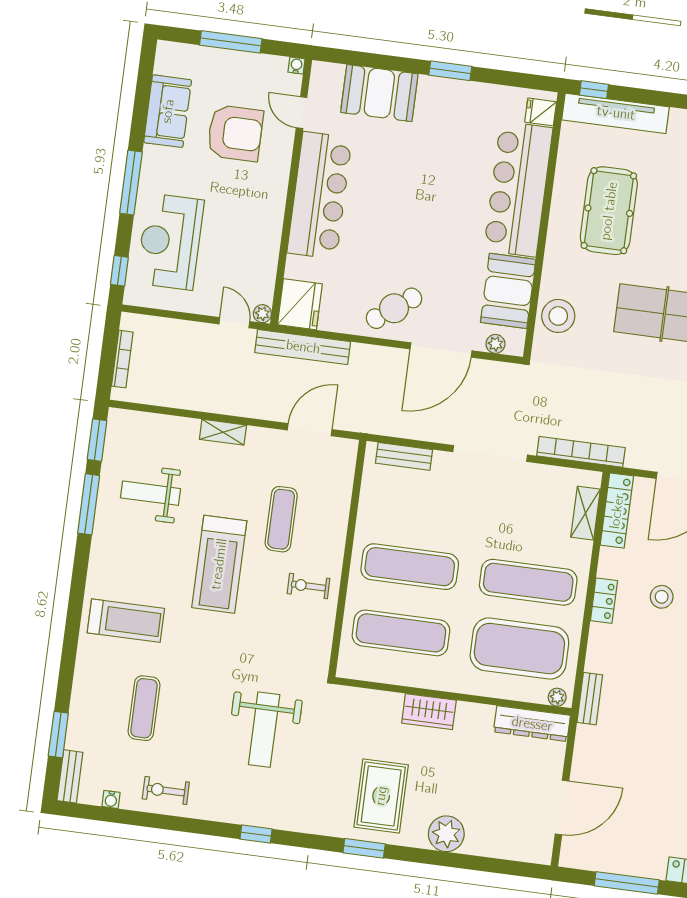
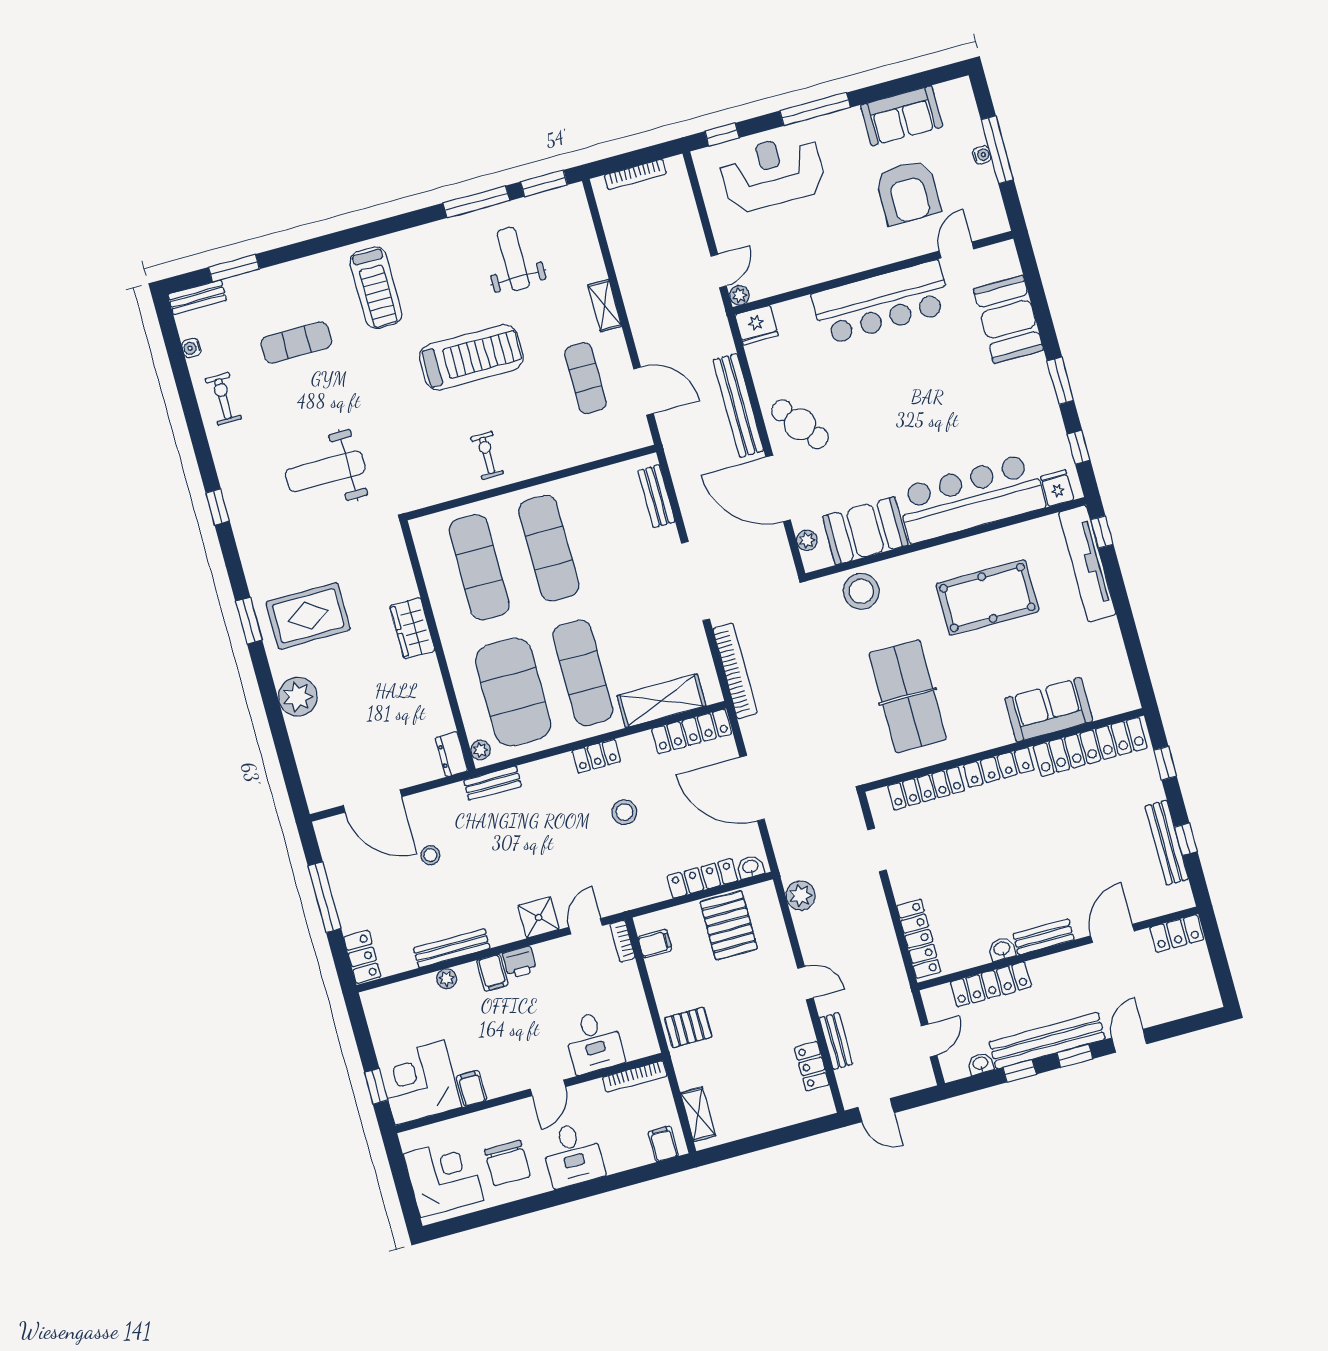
water cooler: (296, 66) -> (982, 155), moved
window: (513, 79) -> (1079, 447), added
fridge: (300, 304) -> (757, 325), width x0.73, depth x0.75
bench: (303, 347) -> (738, 405), moved
shelving: (585, 513) -> (661, 701), width x1.50, depth x1.33
exercise mat: (281, 519) -> (585, 378), moved, turned 90
treadmill: (219, 564) -> (471, 357), turned 180
dresser: (532, 724) -> (451, 754), width x0.51, depth x0.80
stool: (629, 777) -> (430, 855), added

